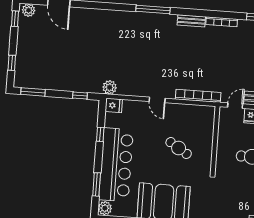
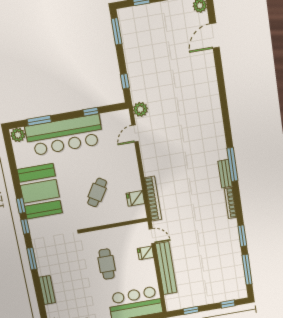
window: (153, 10) -> (232, 165), moved
door: (157, 100) -> (135, 133), moved
fridge: (114, 105) -> (135, 198), moved, turned 90

